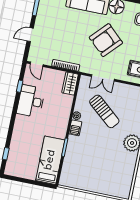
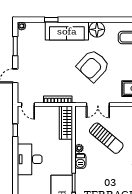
wardrobe: (70, 83) -> (66, 123), width x1.50
desk: (31, 101) -> (30, 159), moved

